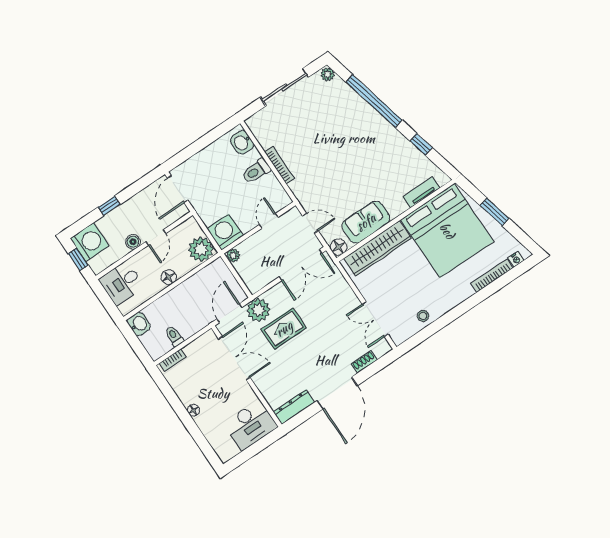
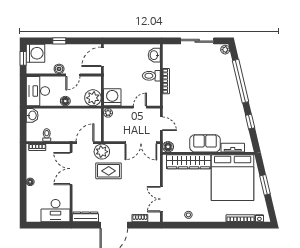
sofa: (366, 222) -> (205, 143), moved
desk: (122, 283) -> (38, 91), width x1.37
double door: (234, 358) -> (71, 169), swing flipped

